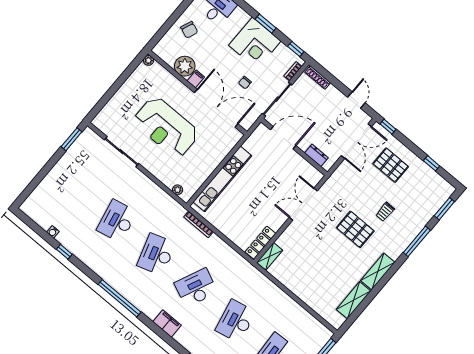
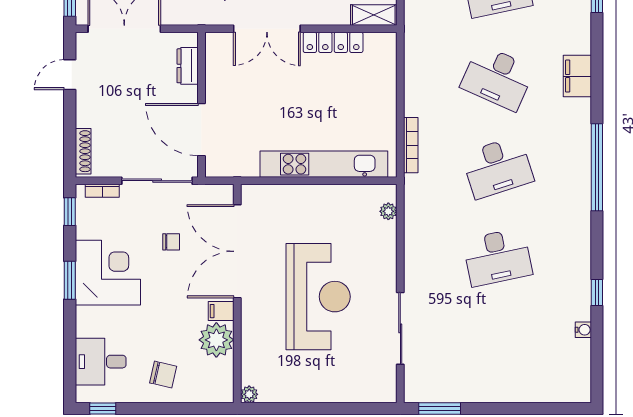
chair: (189, 30) -> (163, 375), turned 81
locker: (260, 243) -> (333, 42), moved

